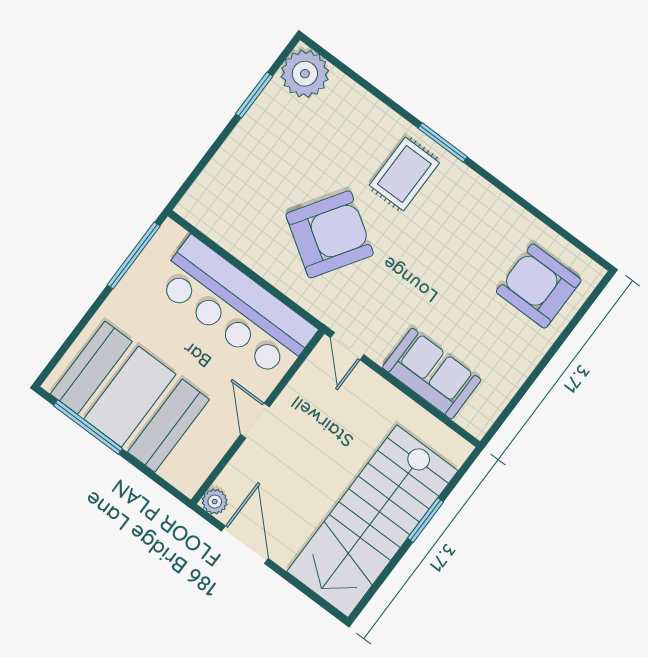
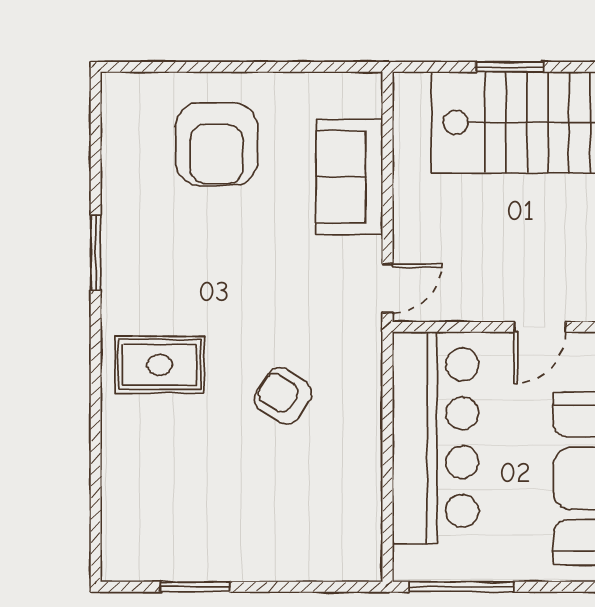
plant: (305, 74) -> (132, 550), removed
window: (443, 143) -> (96, 253), moved
armchair: (330, 234) -> (283, 396), width x0.53, depth x0.53
armchair: (539, 286) -> (216, 144), moved

